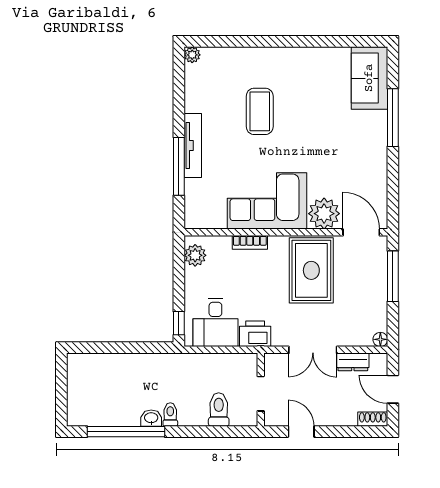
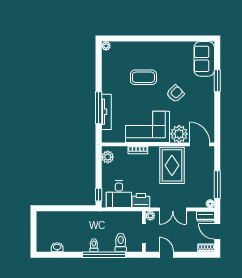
coffee table: (260, 111) -> (143, 77), turned 90
window: (393, 118) -> (217, 81), width x0.69
armchair: (317, 141) -> (175, 94), added
tv unit: (193, 145) -> (106, 112), moved
window: (393, 276) -> (217, 185), moved
plant: (272, 361) -> (150, 216), added
dresser: (353, 362) -> (205, 216), moved
washbasin: (151, 418) -> (57, 247), moved
window: (126, 432) -> (104, 255), moved

